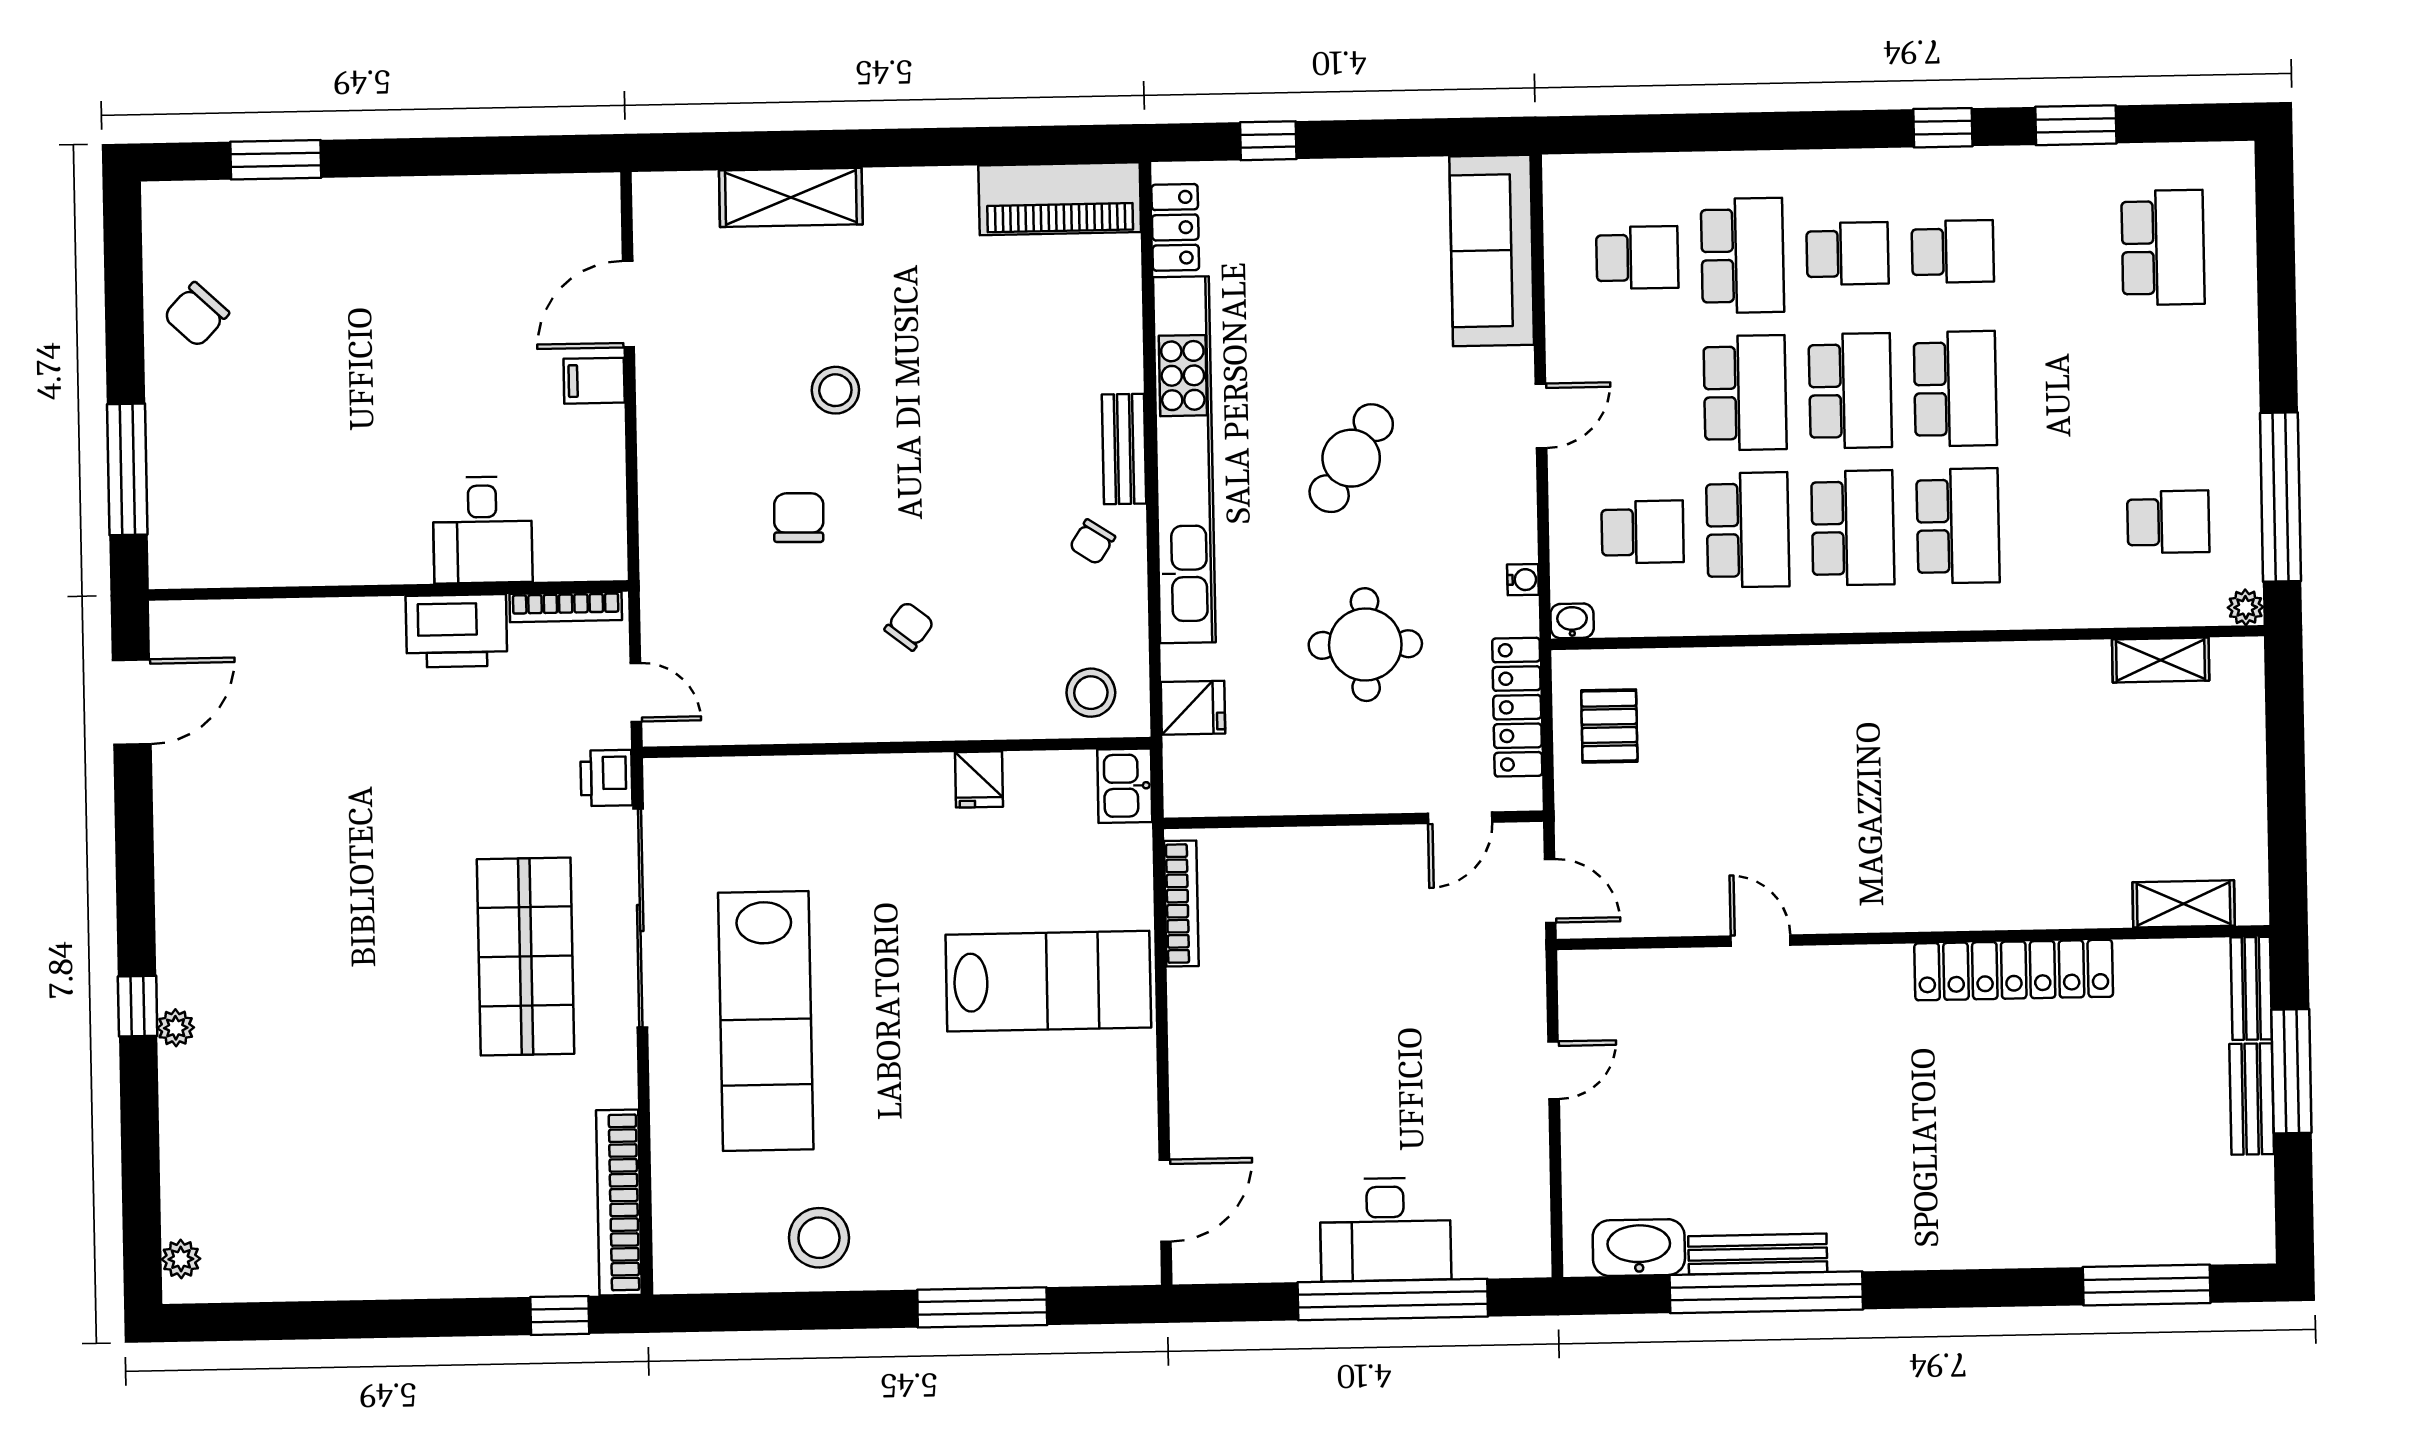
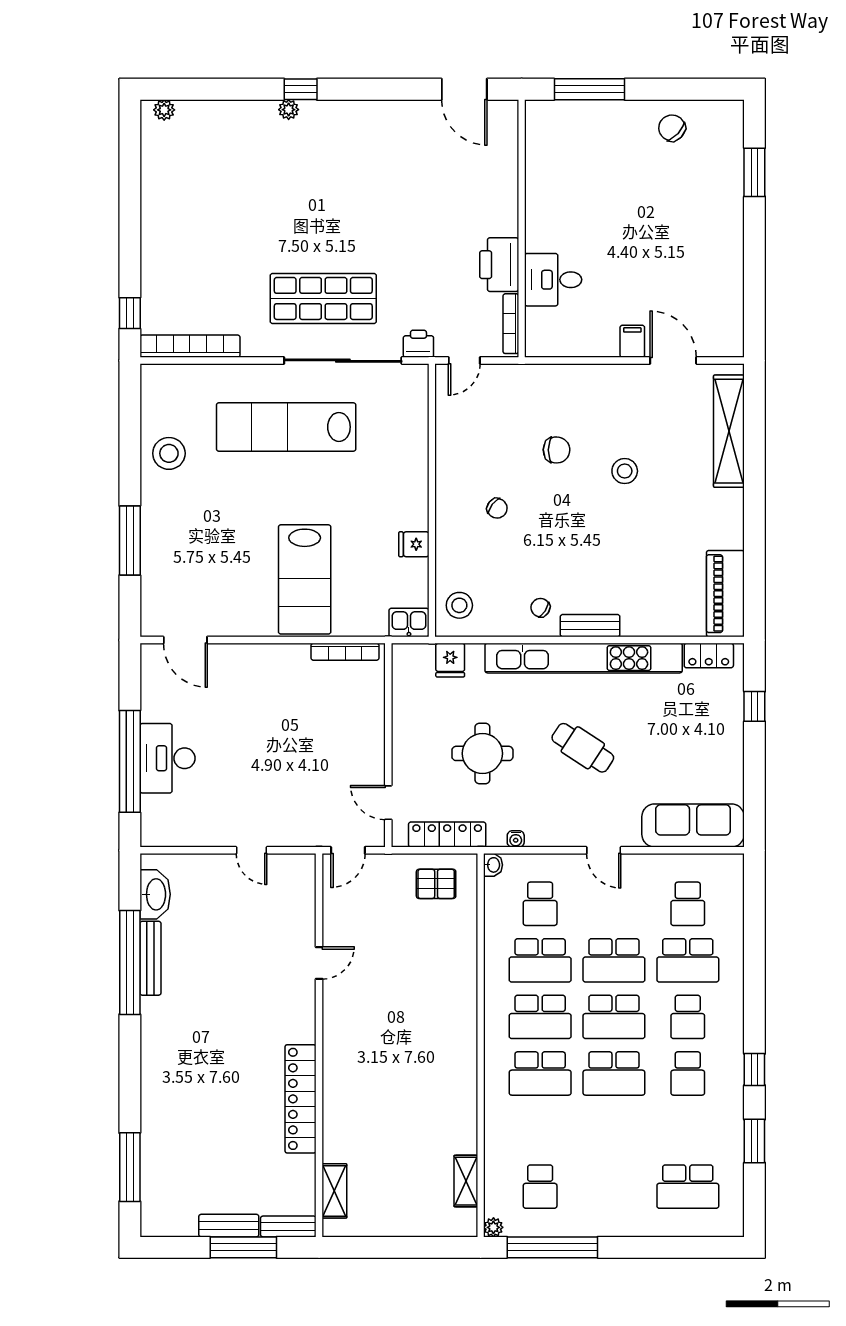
shelving: (791, 197) -> (729, 431), width x1.47

